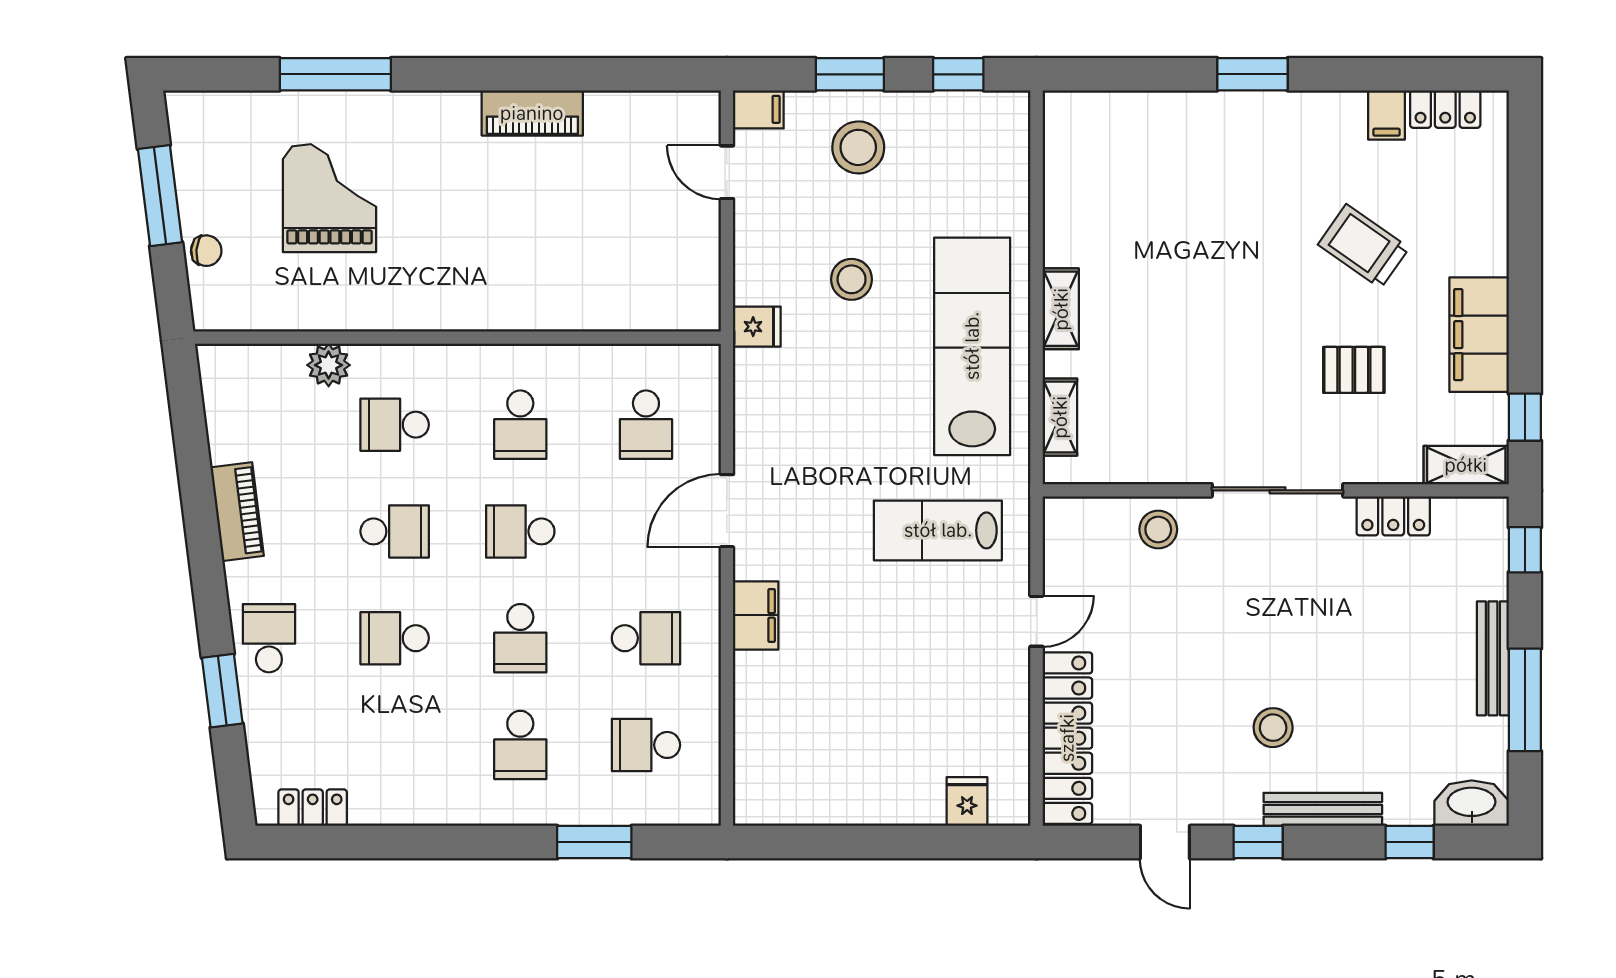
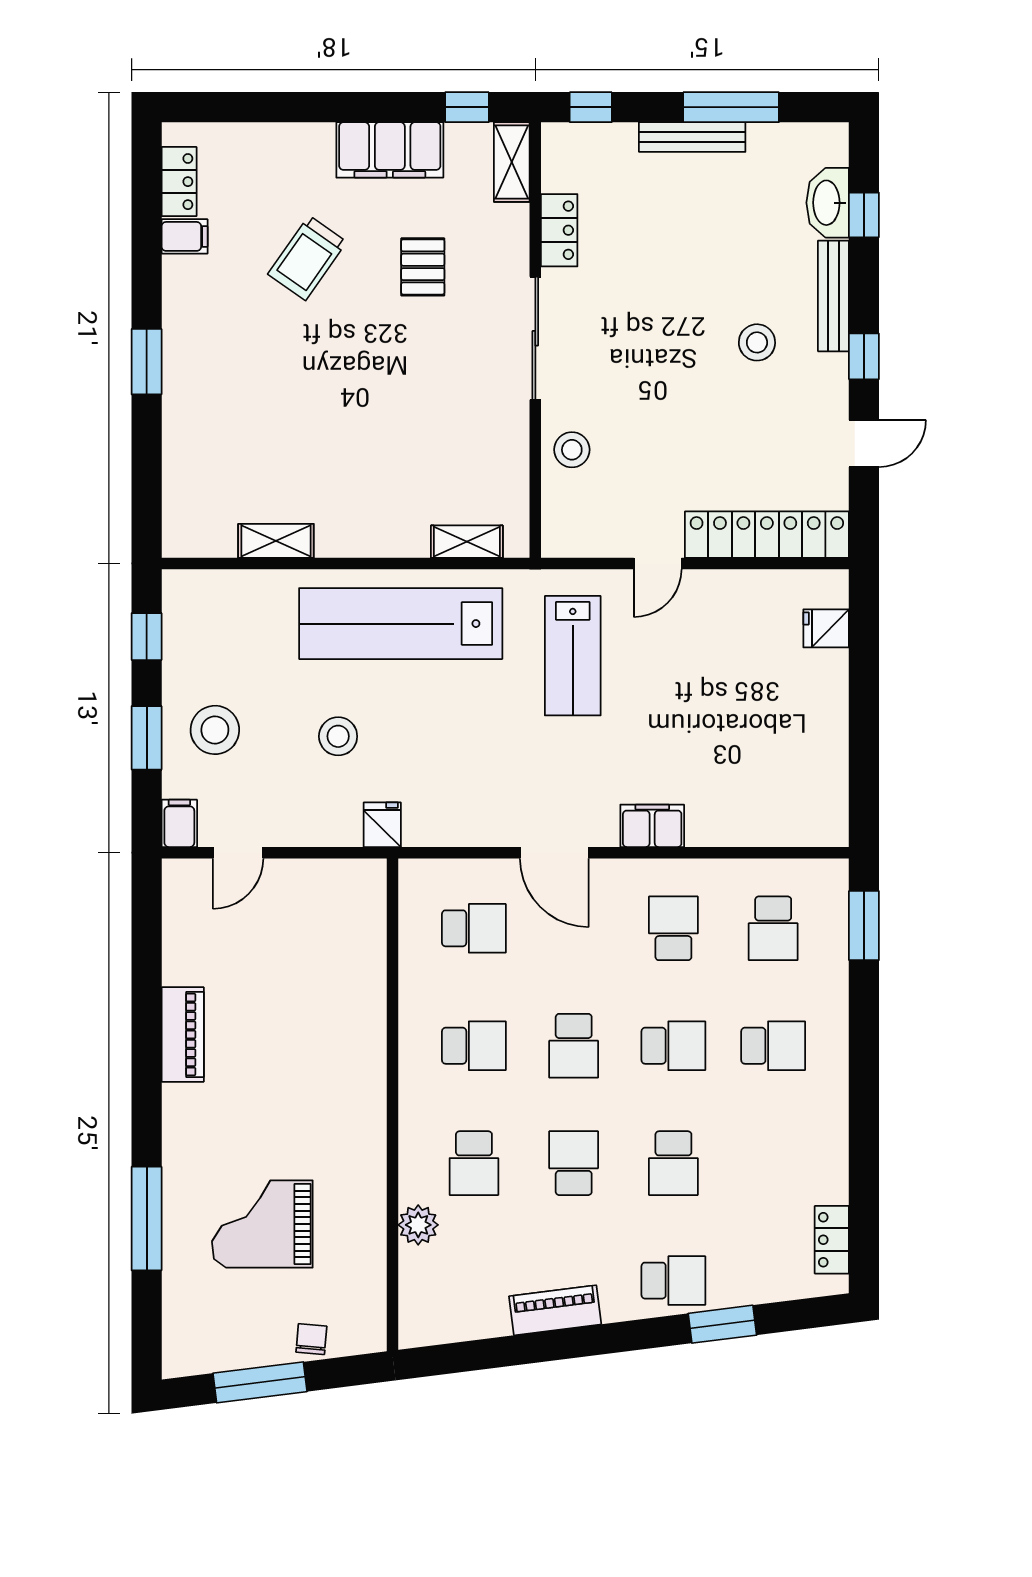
shelving: (1061, 309) -> (276, 541), moved
door: (1036, 621) -> (658, 563), swing flipped
school desk: (269, 638) -> (673, 1281), turned 180
washbasin: (1472, 803) -> (828, 203), moved
window: (594, 842) -> (864, 926), moved

